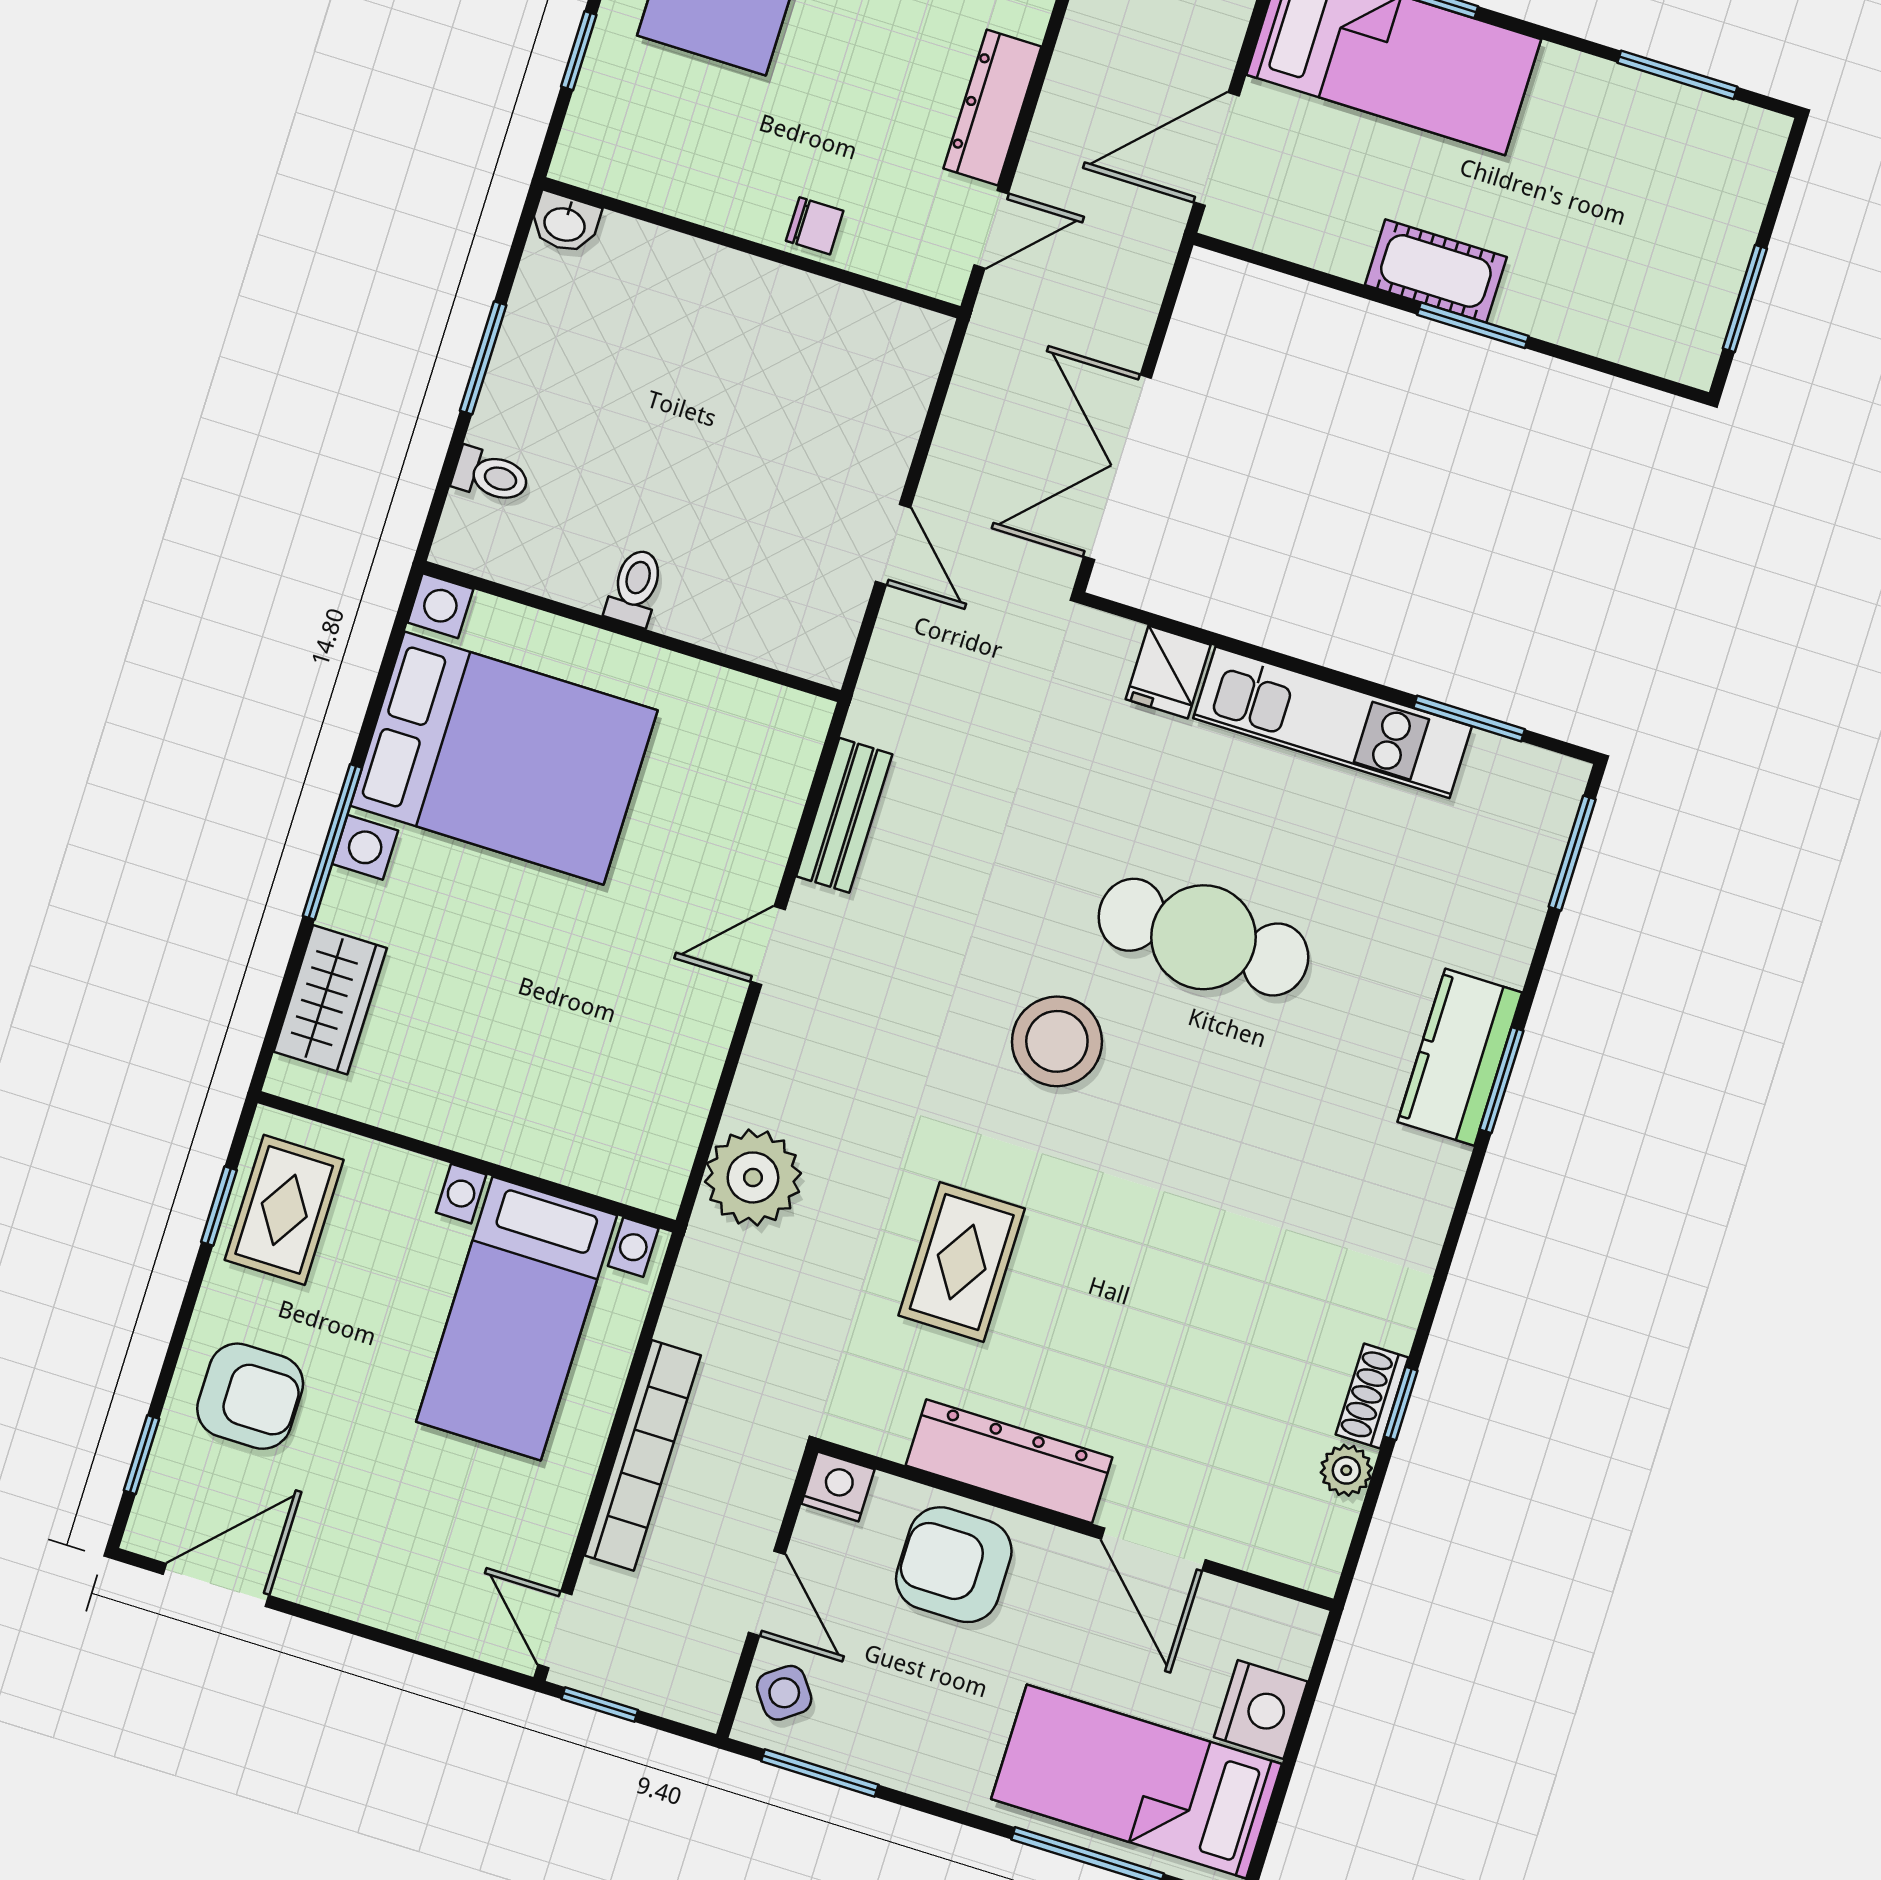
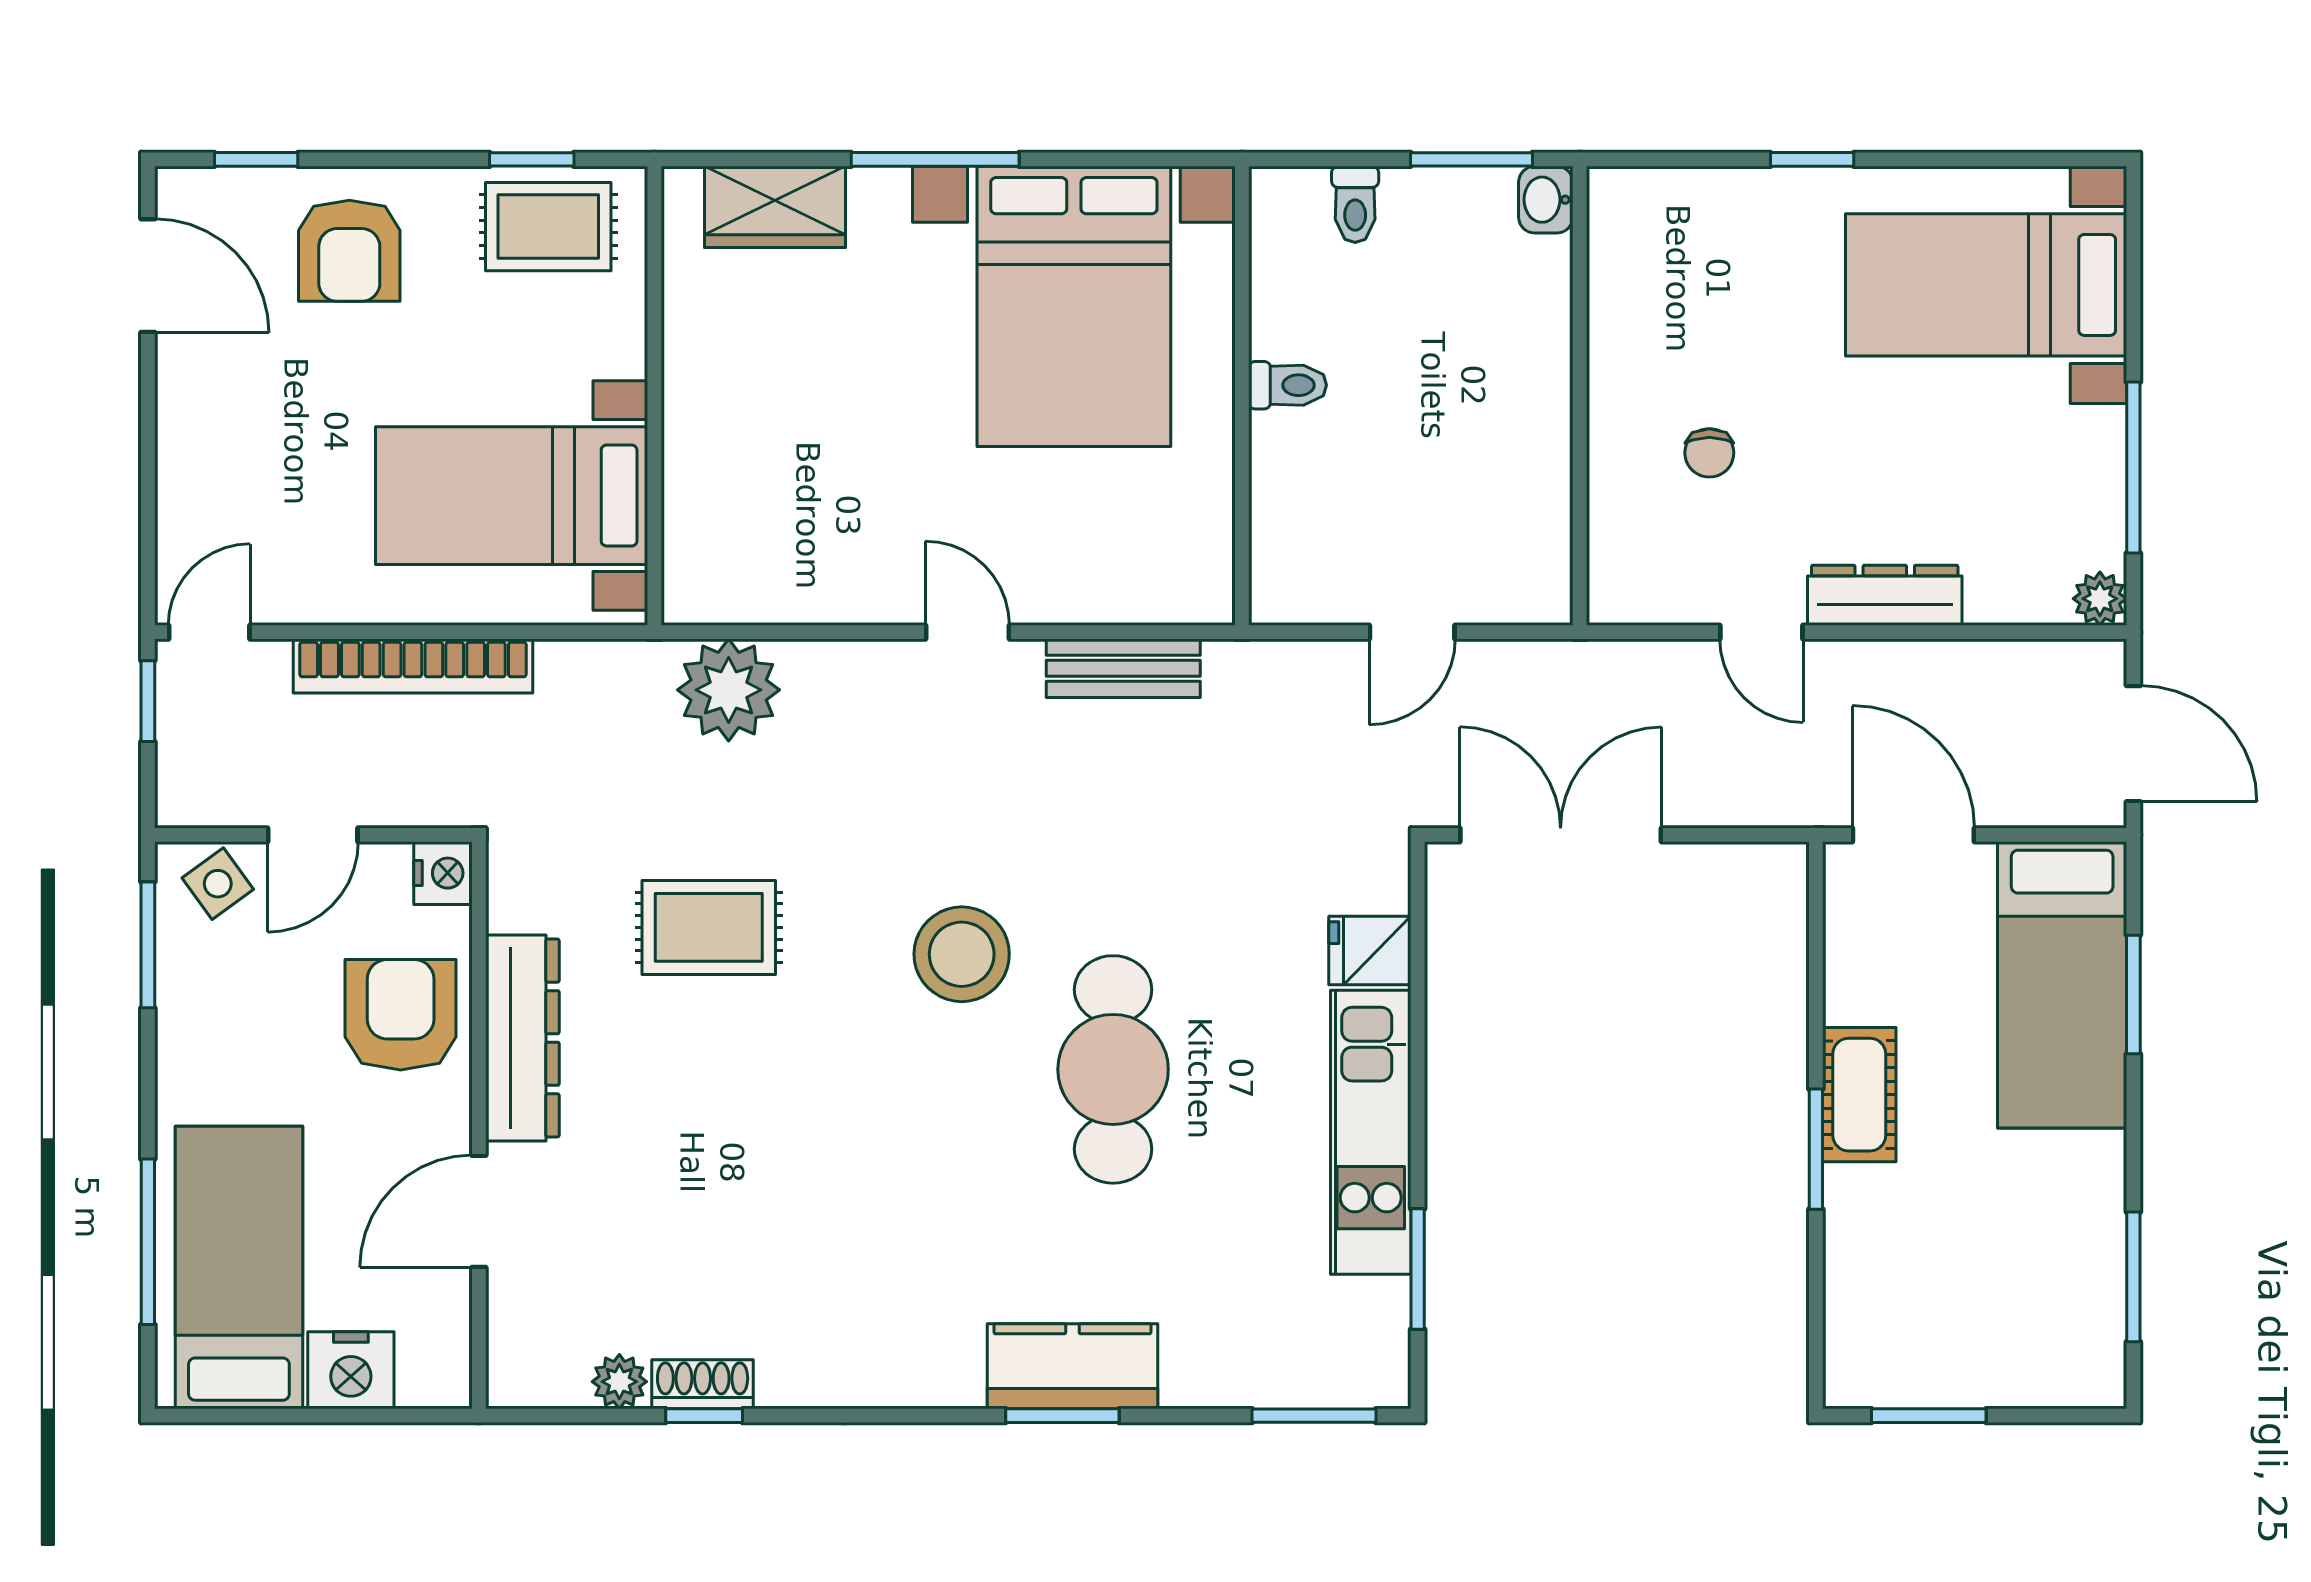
washbasin: (565, 223) -> (1546, 200), moved
wall: (751, 248) -> (1580, 396), moved

